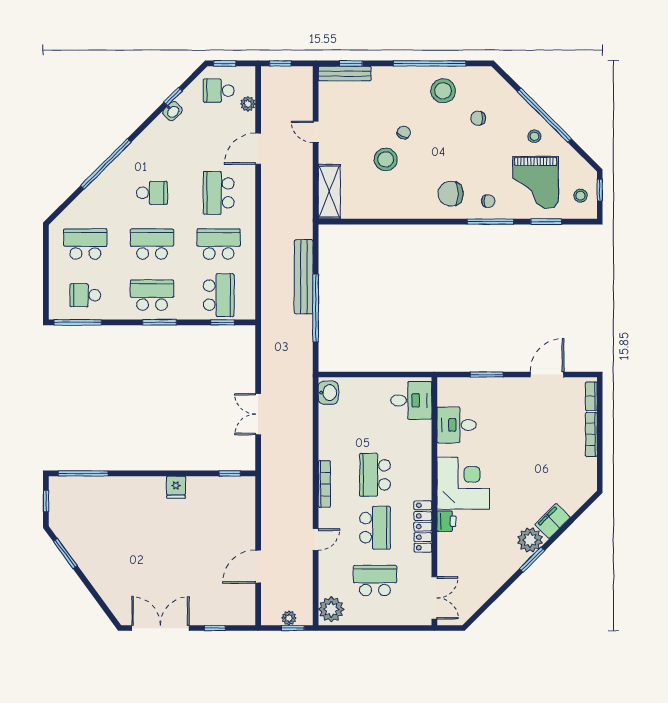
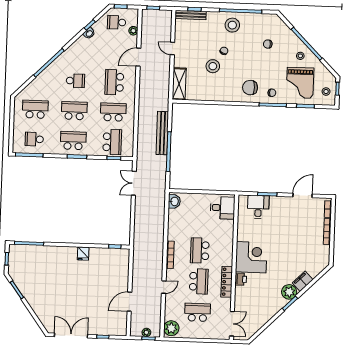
stool: (443, 91) -> (232, 25), moved
double door: (258, 414) -> (134, 183), moved
desk: (457, 425) -> (258, 207), moved, turned 90

